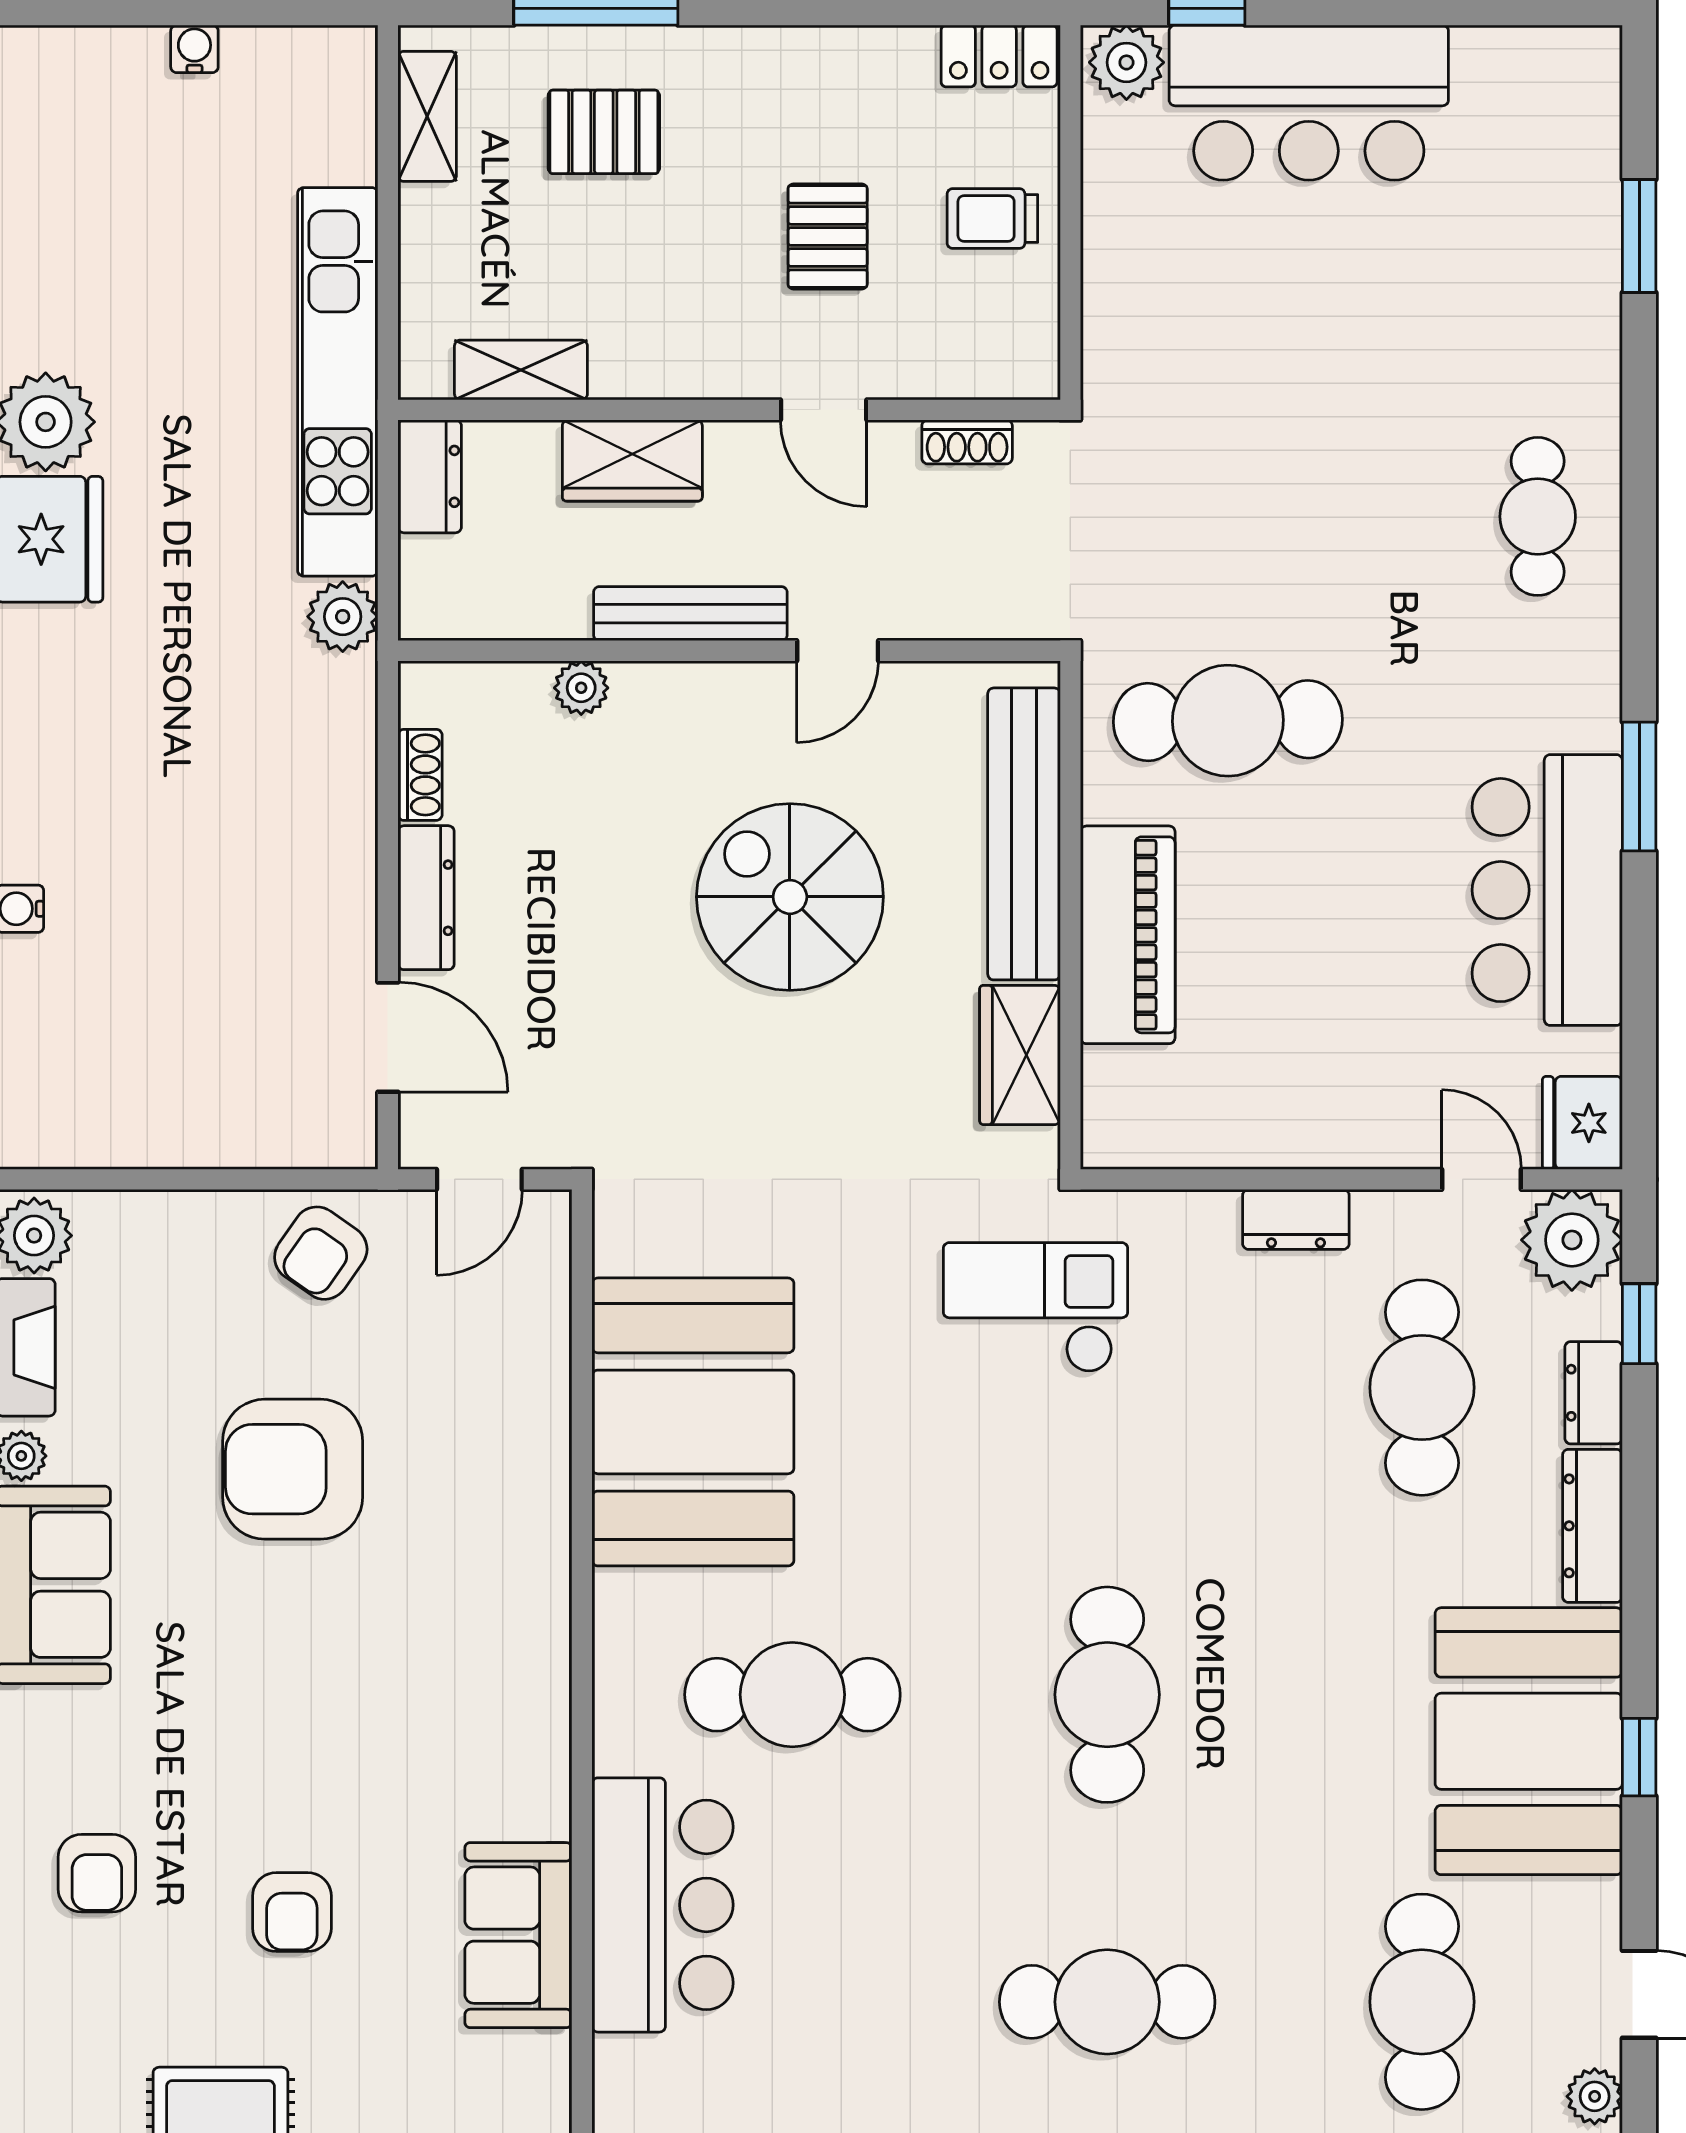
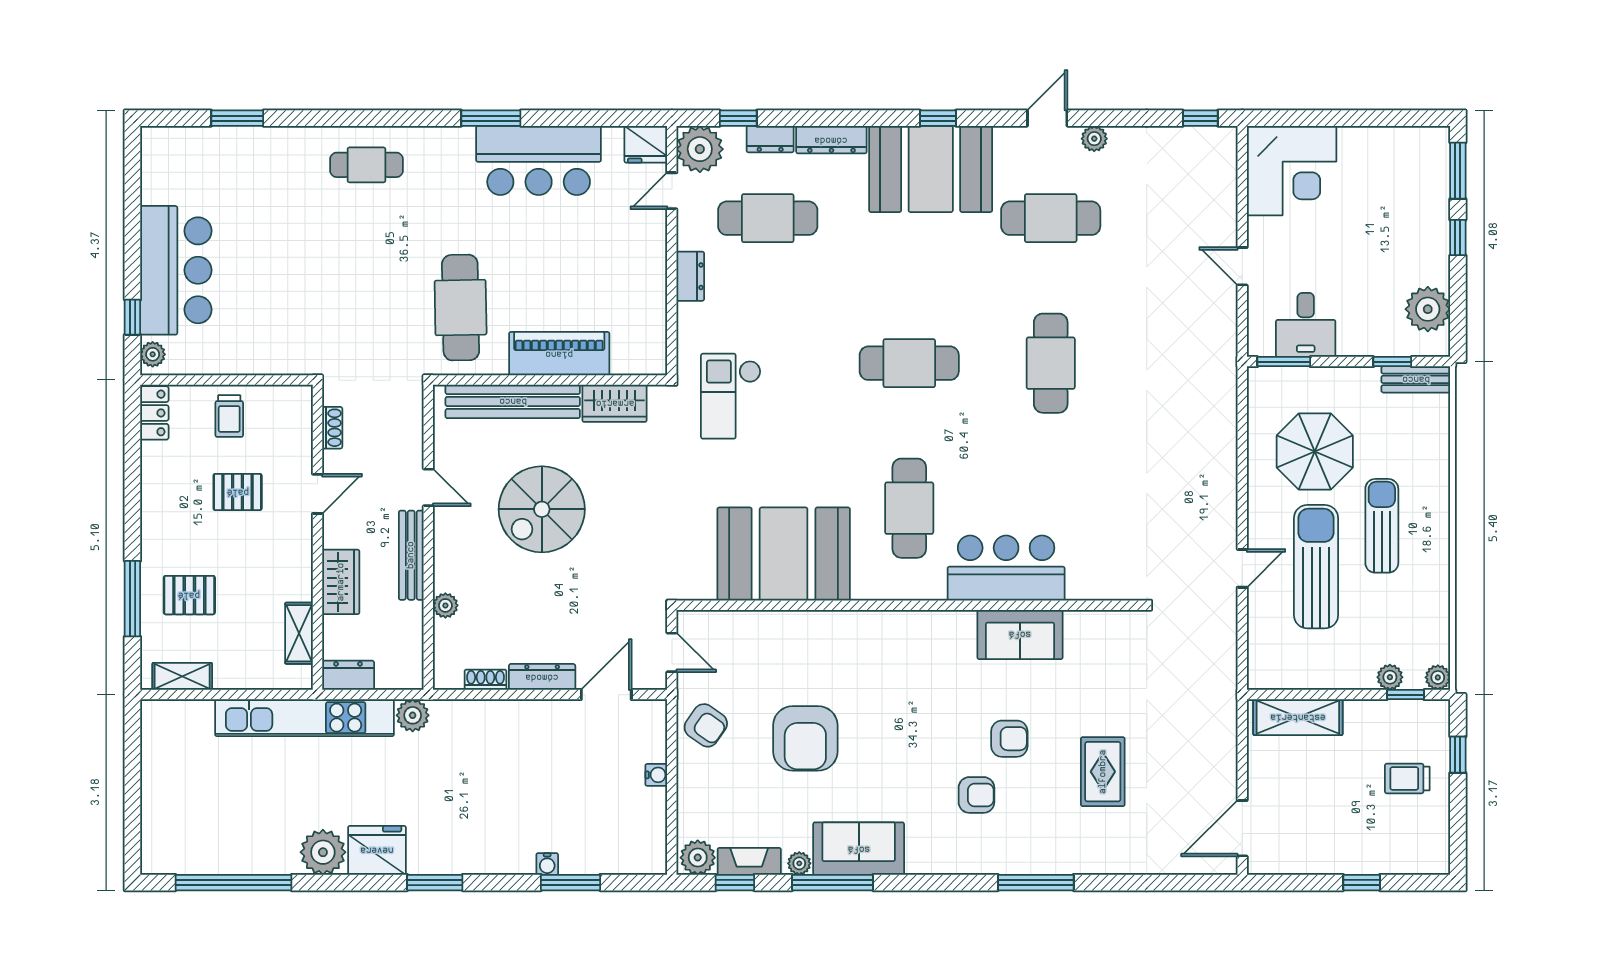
water cooler: (194, 49) -> (656, 775), moved, turned 180
plant: (1126, 62) -> (153, 354), width x0.73, depth x0.73
pallet: (604, 132) -> (189, 595), turned 90
armchair: (97, 1873) -> (976, 795), moved

